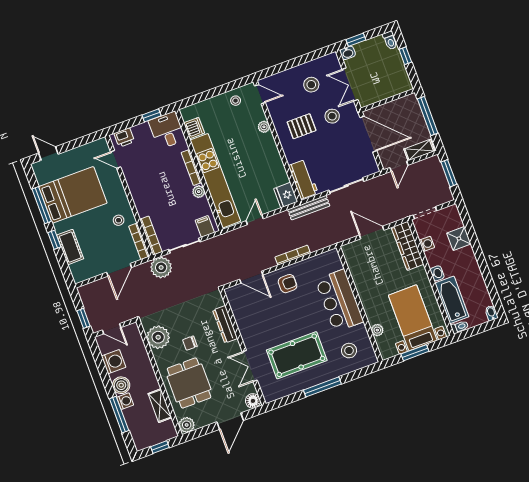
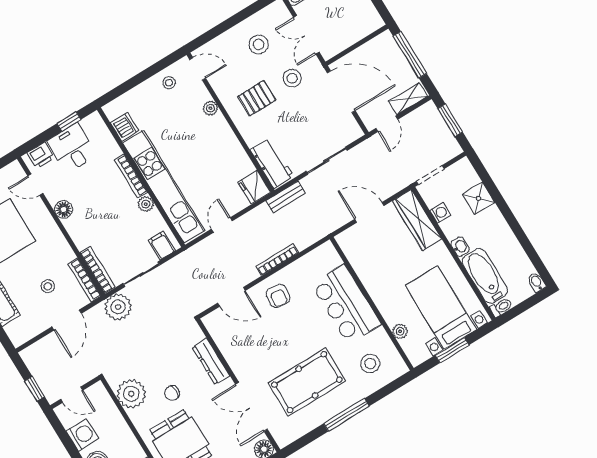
desk: (167, 130) -> (72, 148), moved
floor lamp: (134, 183) -> (64, 210), added
bench: (309, 208) -> (286, 197), width x0.73
stool: (119, 220) -> (48, 286), moved
armchair: (288, 284) -> (278, 296), turned 97
double door: (250, 366) -> (251, 407), width x1.37

